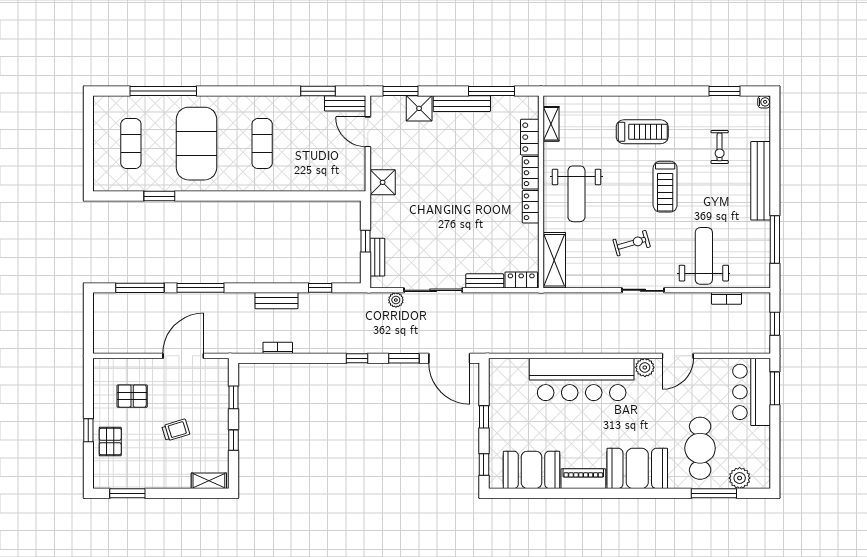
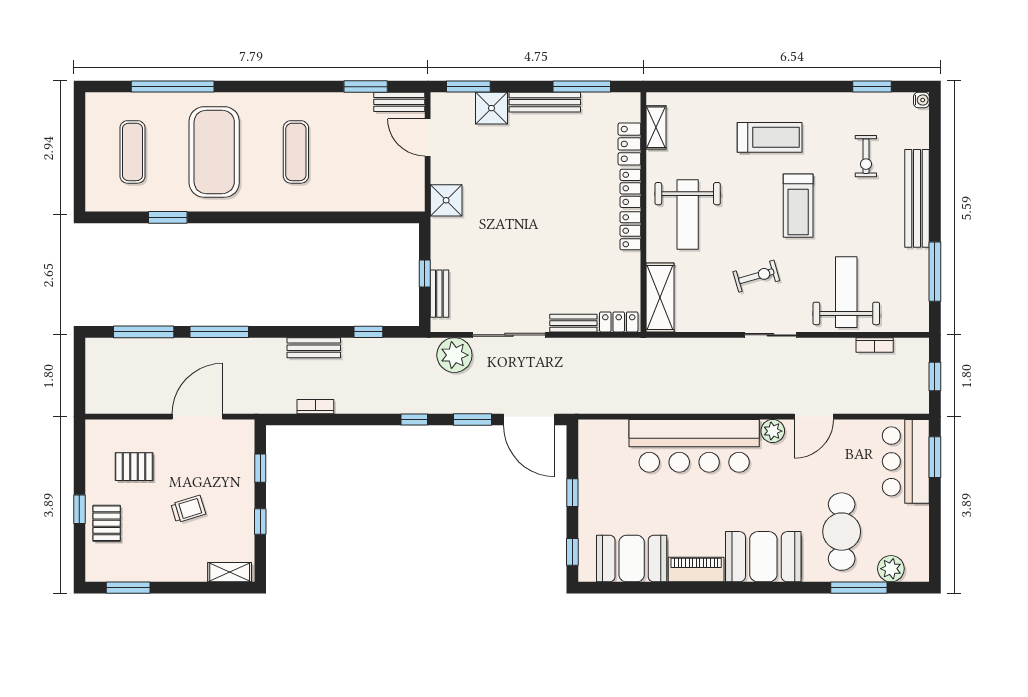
plant: (396, 300) -> (454, 355), width x1.87, depth x1.87

